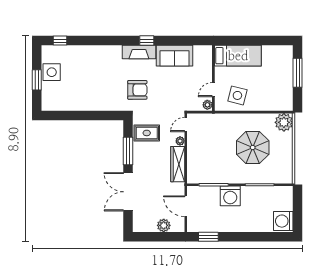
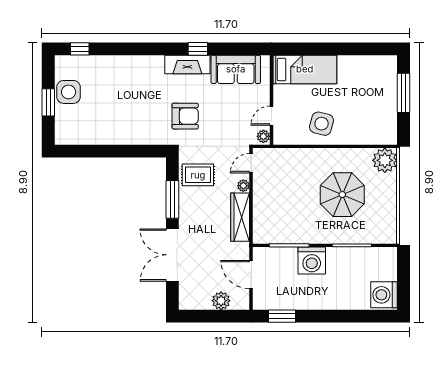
bed: (238, 56) -> (305, 69), moved
wall: (213, 78) -> (271, 100), moved
door: (213, 90) -> (271, 116), moved
plant: (207, 105) -> (263, 136), moved

